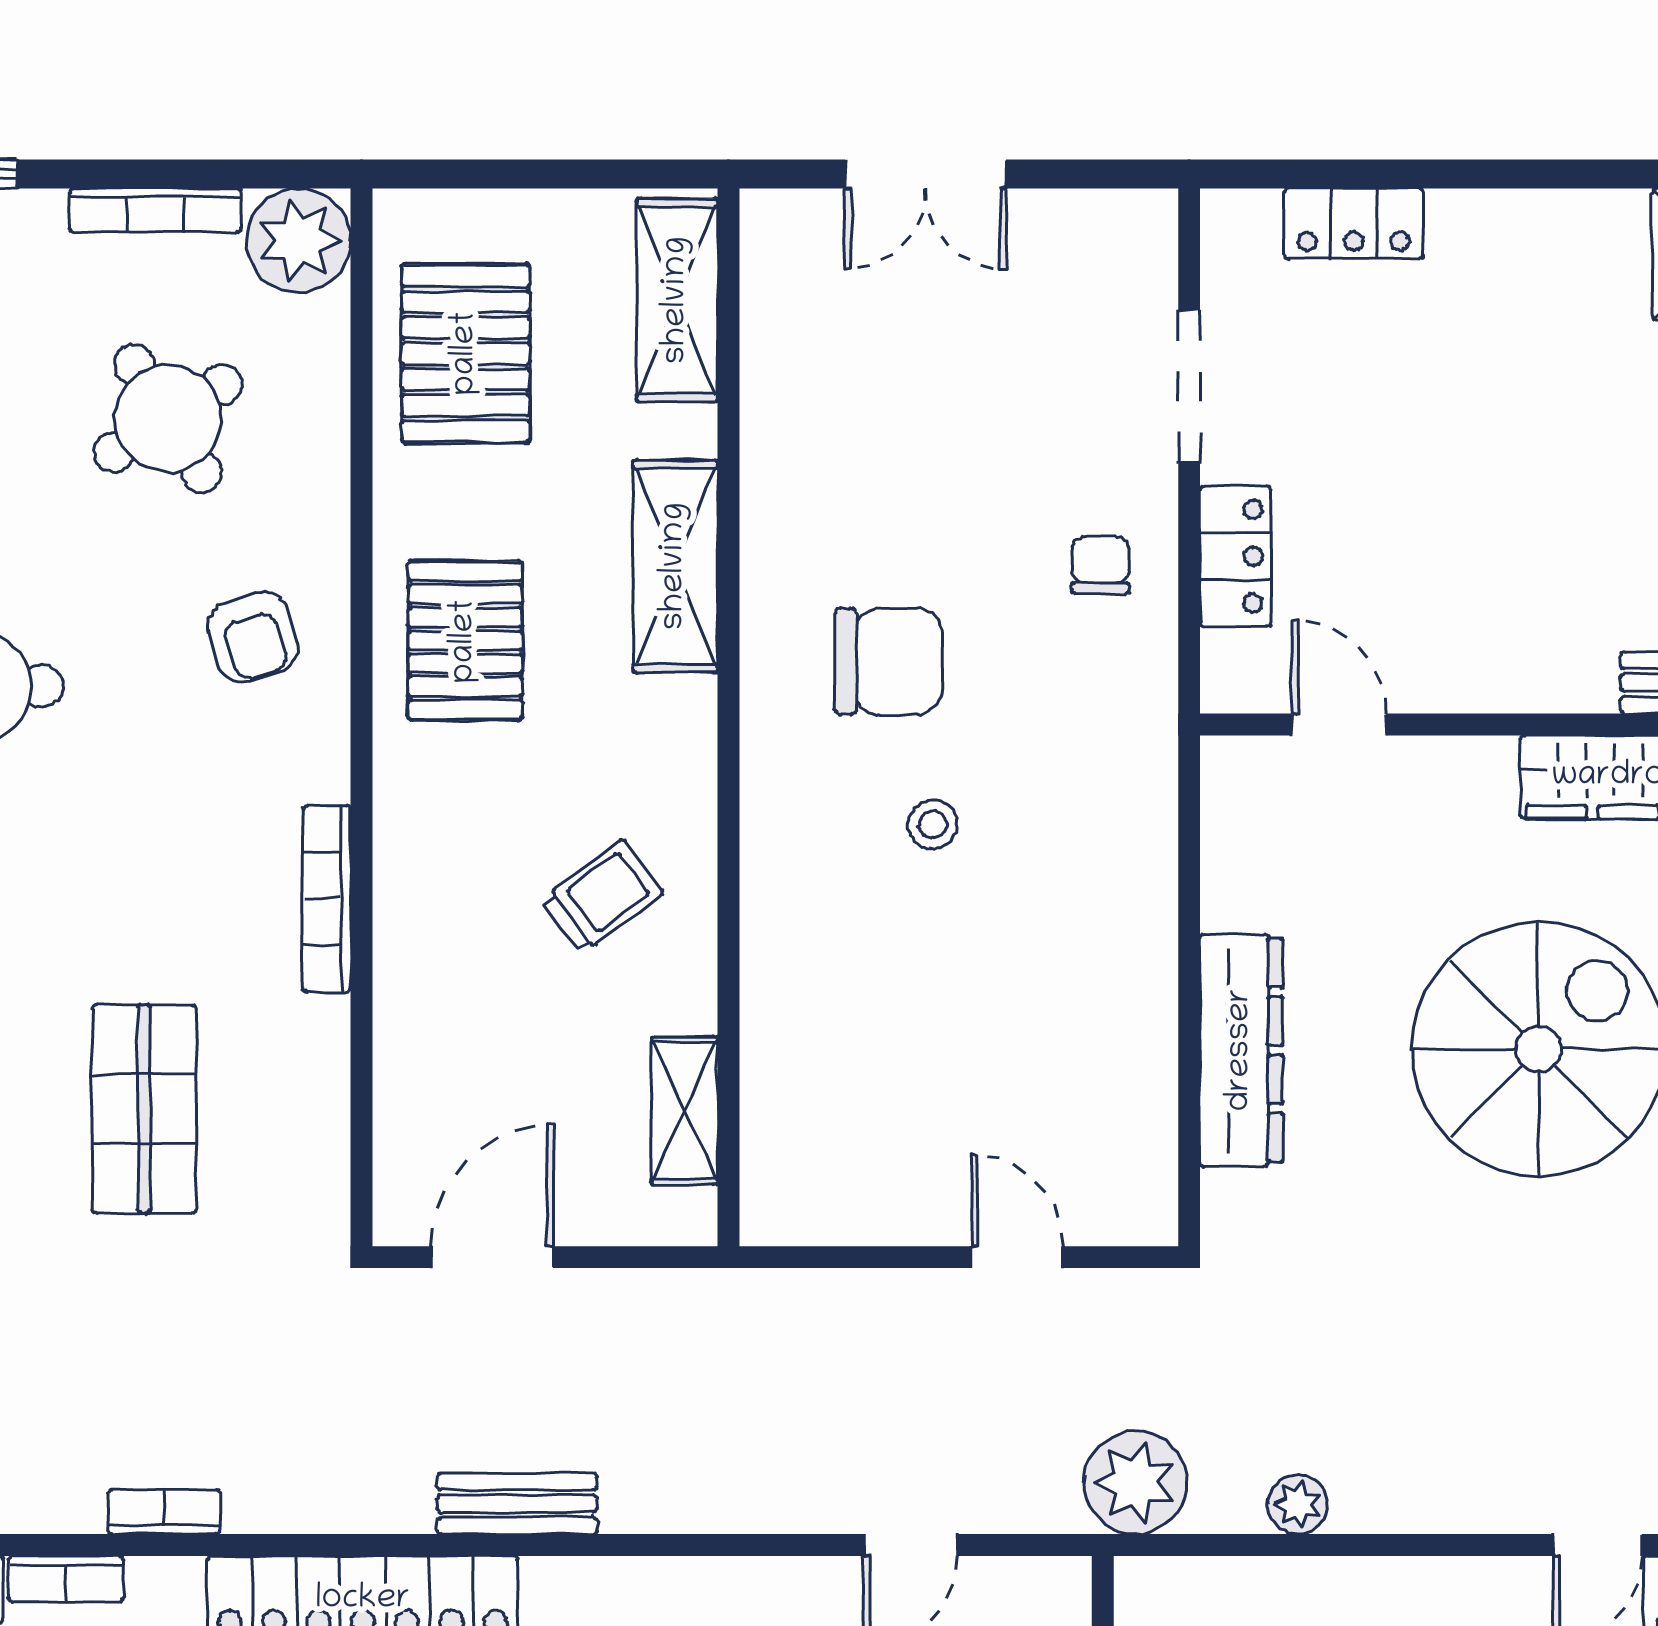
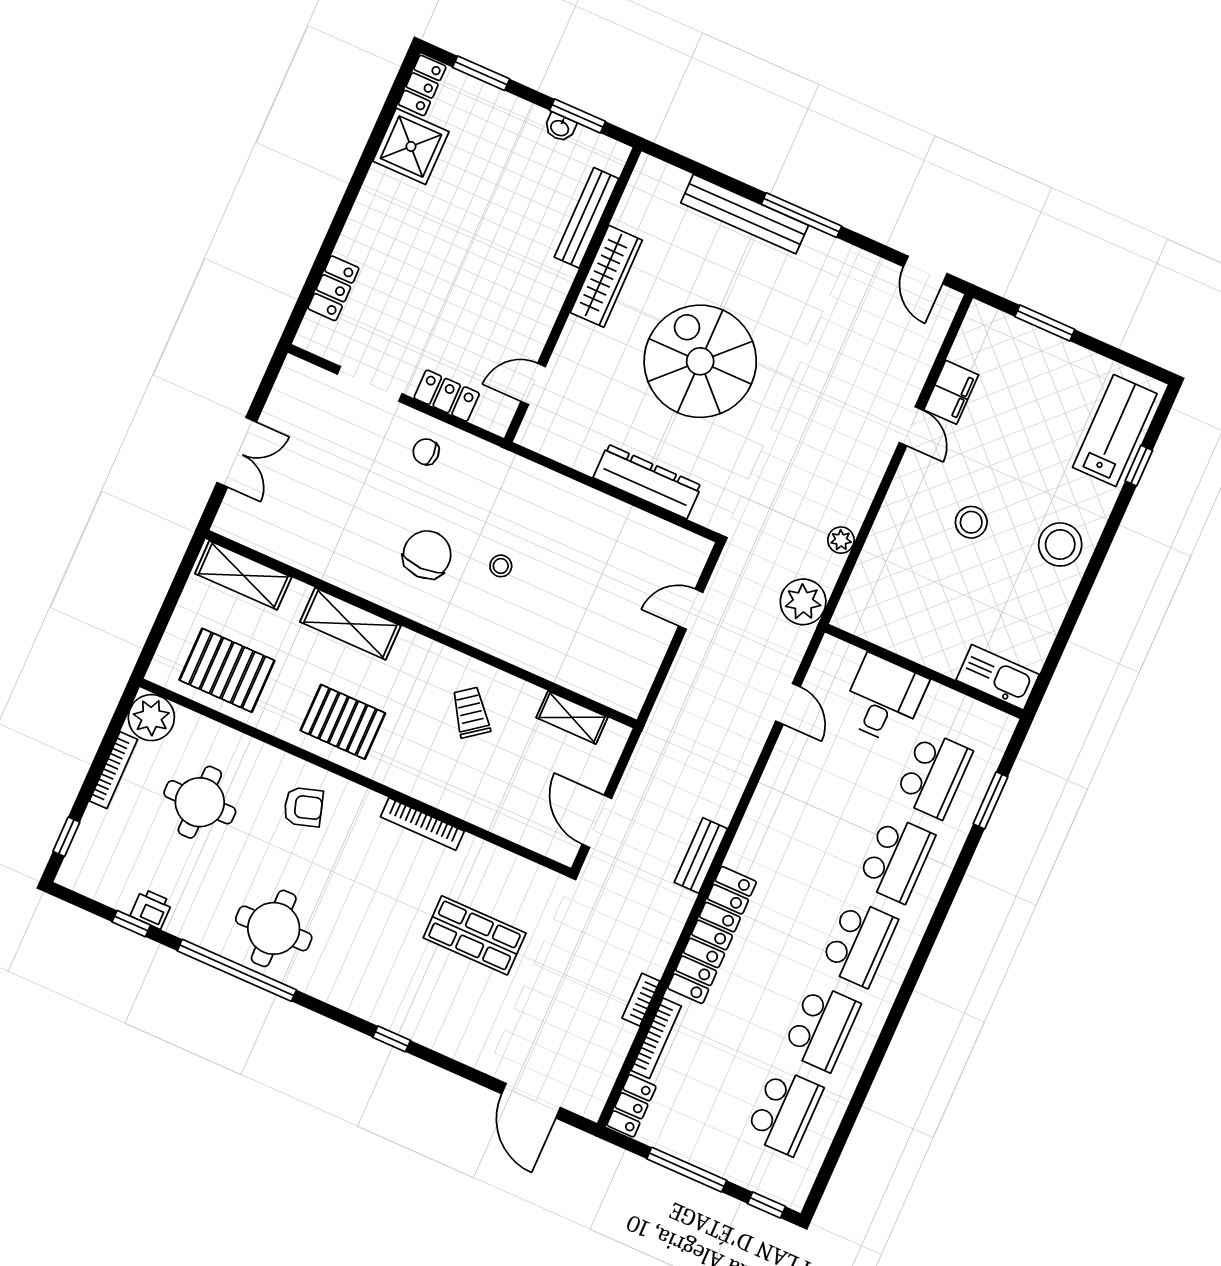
round table: (168, 418) -> (200, 802), turned 32
bookcase: (66, 1579) -> (656, 1038), width x1.56

